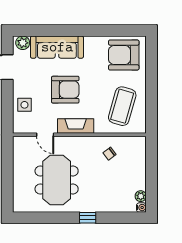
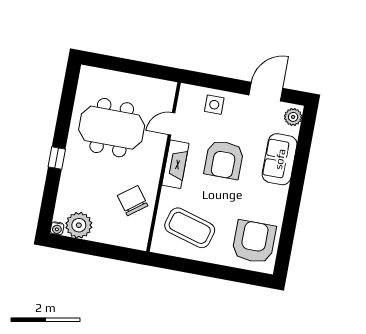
sofa: (57, 47) -> (280, 159), width x0.73
chair: (109, 154) -> (133, 201), width x1.87, depth x1.87
plant: (141, 196) -> (79, 225), width x1.87, depth x1.87

